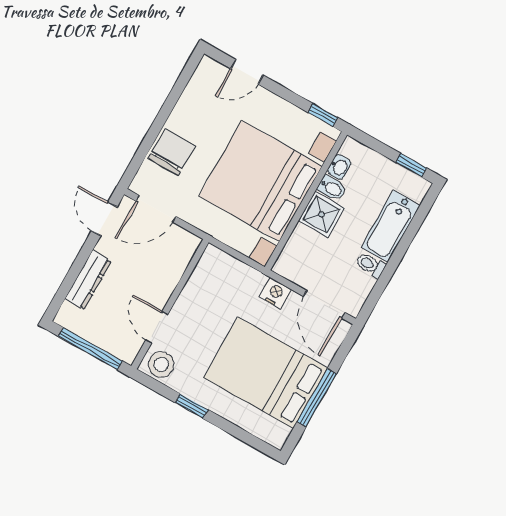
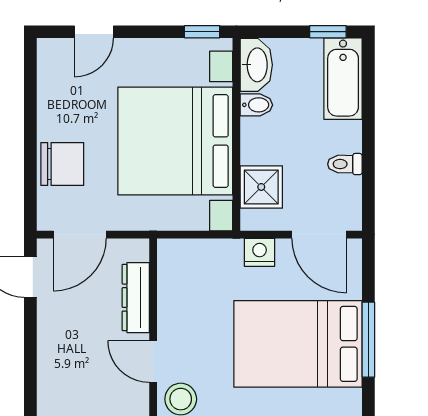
chair: (172, 152) -> (62, 164), turned 90
washbasin: (339, 167) -> (256, 65), width x1.91, depth x1.45
shower: (321, 214) -> (261, 187), moved
bathtub: (391, 226) -> (343, 79), moved
dresser: (88, 280) -> (136, 298), moved, turned 180

